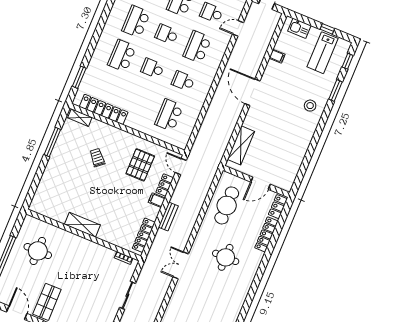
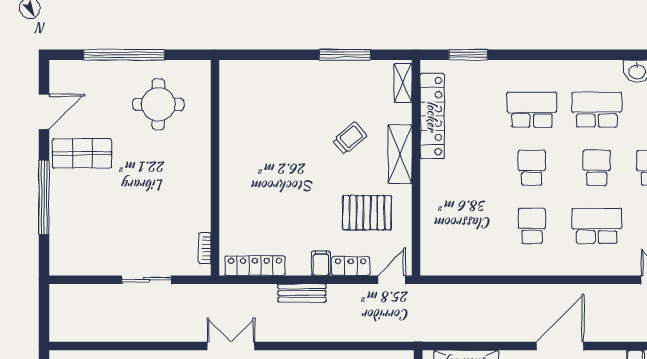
school desk: (169, 115) -> (467, 226), removed
shelving: (82, 225) -> (400, 154), moved

